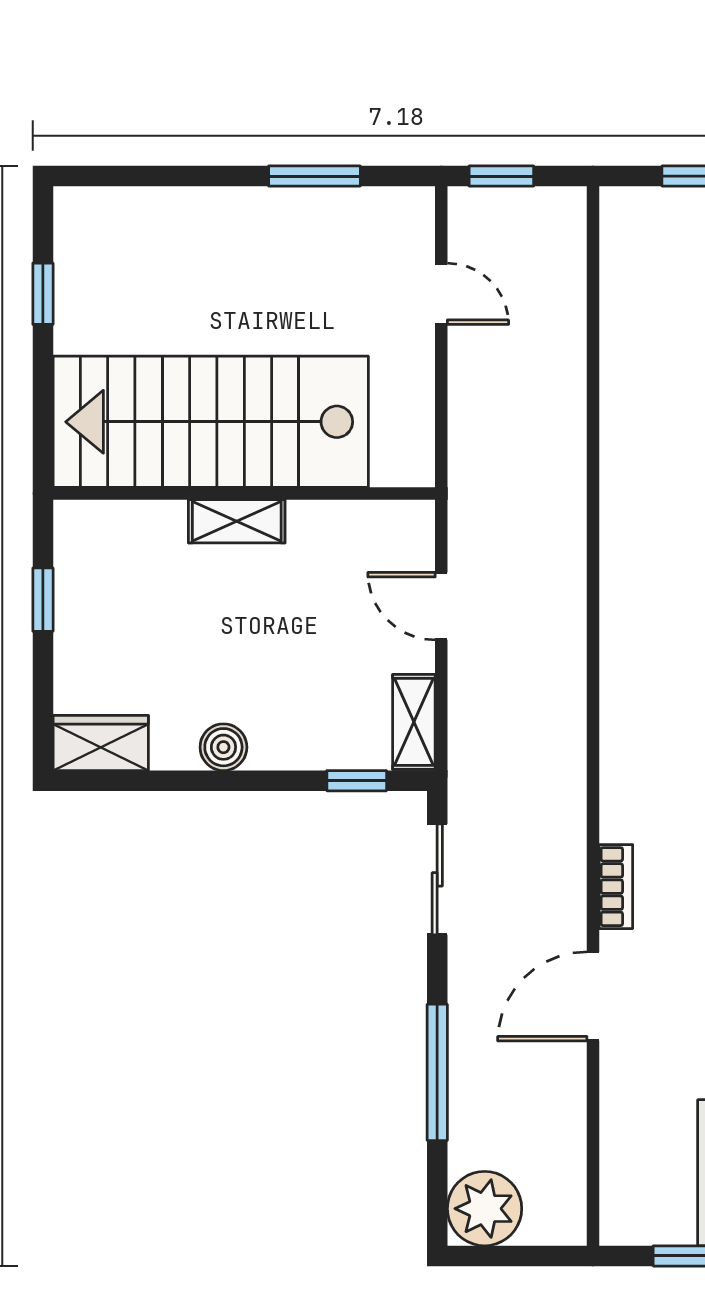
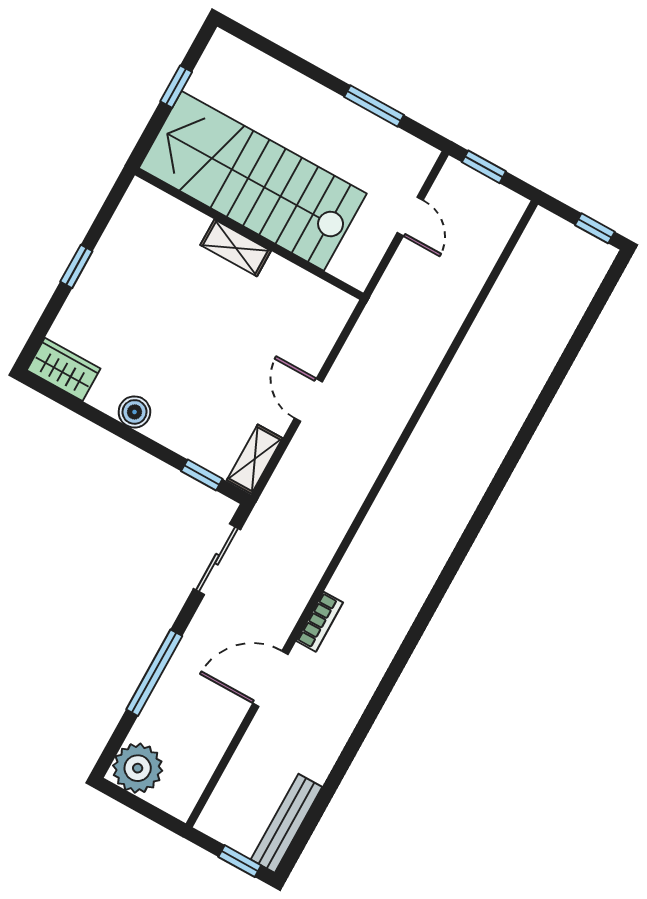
stairs: (211, 422) -> (253, 181), moved
wall: (244, 494) -> (249, 234), moved
shelving: (237, 521) -> (236, 248), moved

